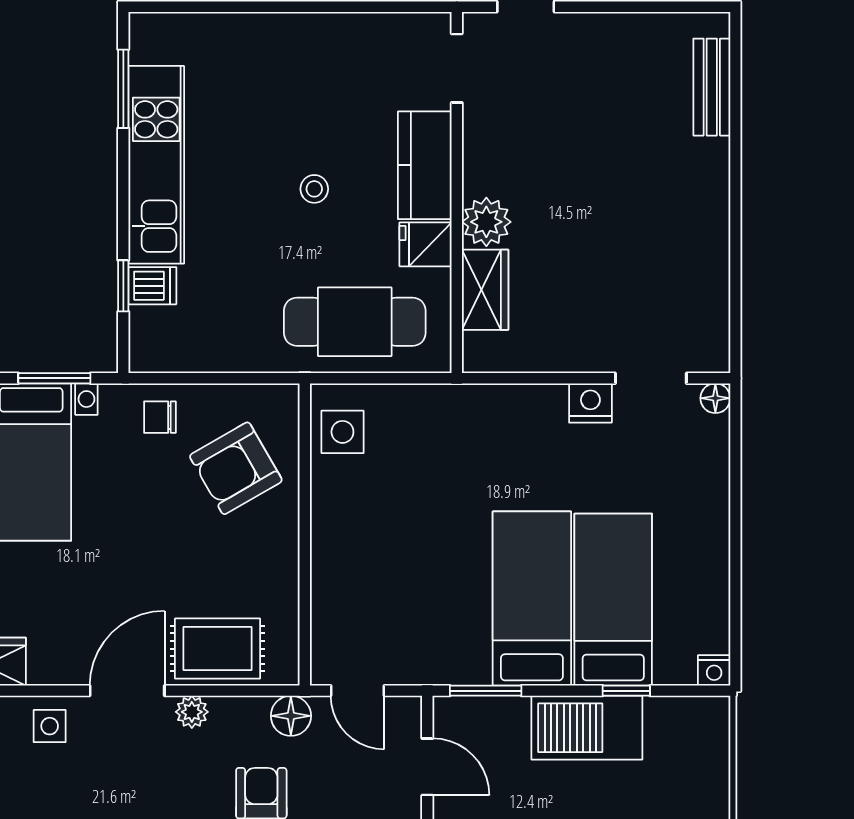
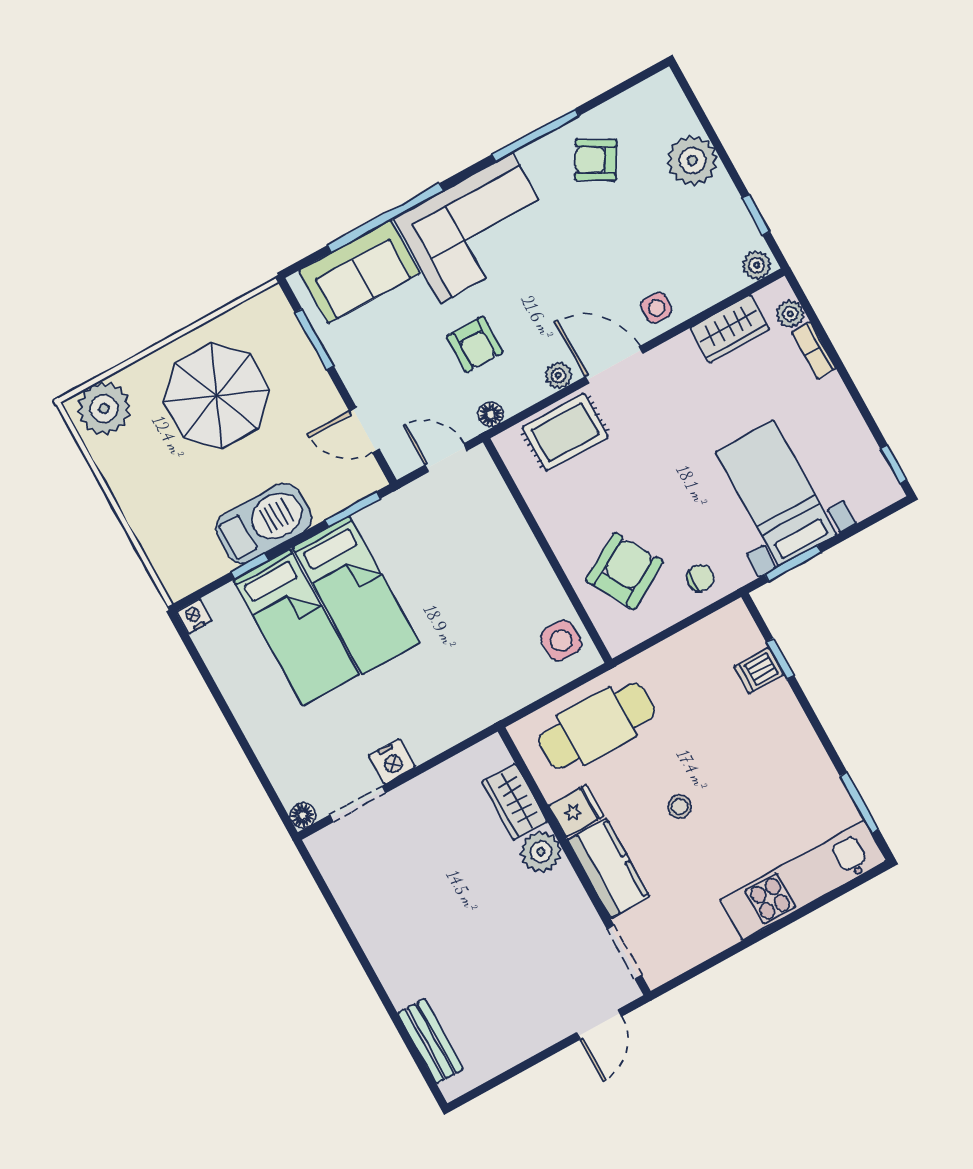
kitchen unit: (156, 165) -> (803, 880), moved, turned 90
door: (127, 691) -> (614, 365), swing flipped
floor lamp: (291, 716) -> (491, 414), width x0.73, depth x0.73

